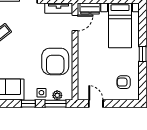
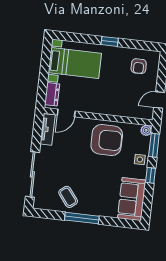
door: (75, 23) -> (66, 113), swing flipped
plant: (57, 95) -> (146, 130), moved

